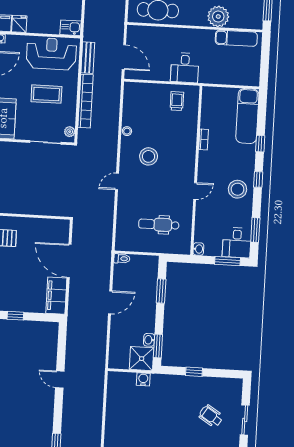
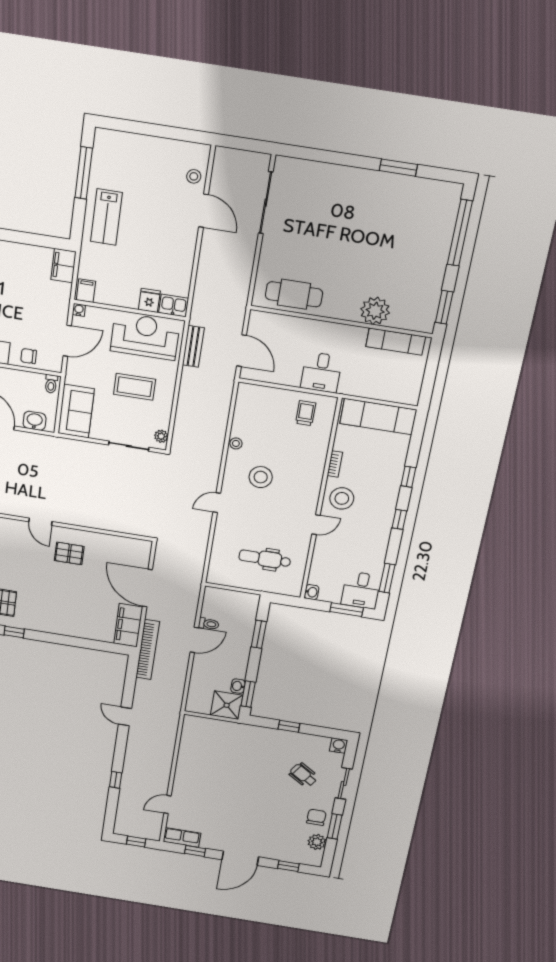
fridge: (19, 24) -> (149, 300), moved
bookcase: (85, 101) -> (148, 650), moved
exam couch: (247, 116) -> (378, 417), moved, turned -90
stool: (238, 189) -> (342, 498), moved
toilet: (122, 259) -> (209, 624), moved
window: (15, 316) -> (76, 642), removed
water cooler: (143, 379) -> (339, 746), moved

